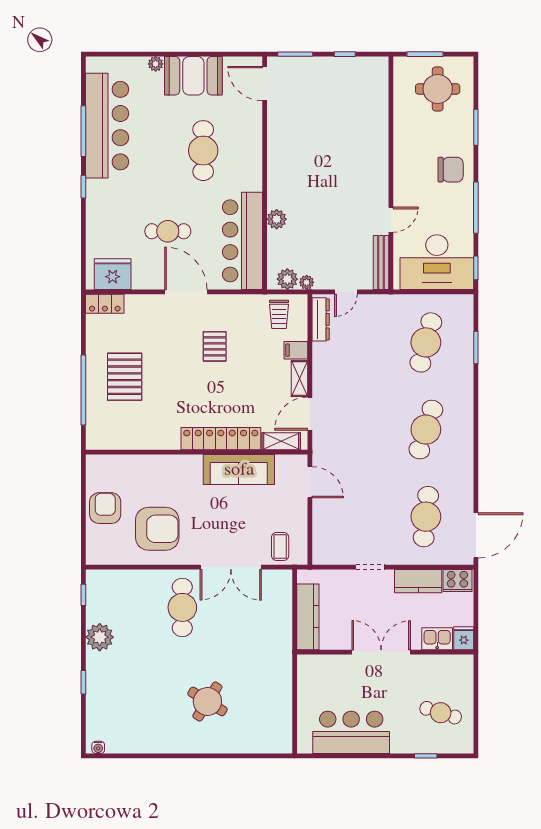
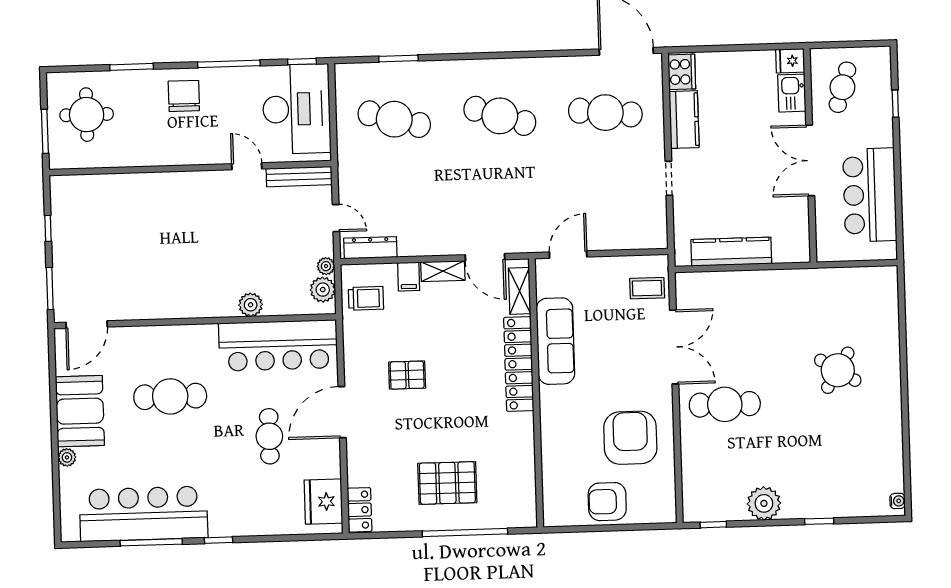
fridge: (464, 638) -> (790, 61), moved
kitchen sink: (437, 639) -> (792, 93), moved
double door: (381, 652) -> (810, 160), moved
wall: (385, 652) -> (810, 155), moved

